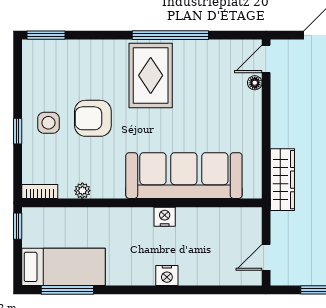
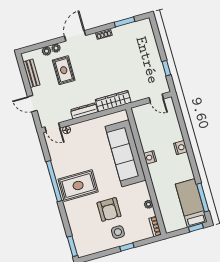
dresser: (280, 123) -> (84, 111), added
window: (18, 226) -> (196, 228), moved

